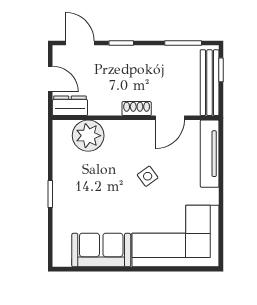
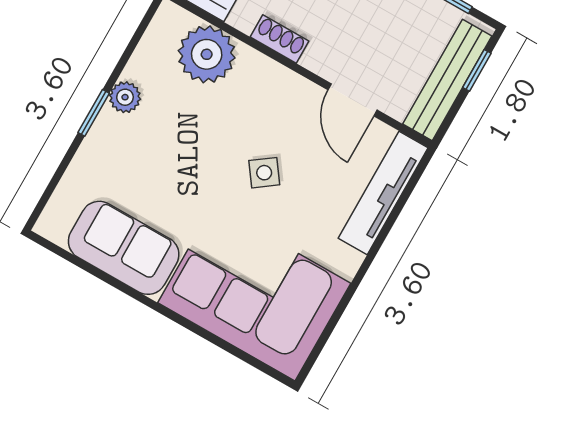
shoe rack: (137, 109) -> (279, 39), moved
door: (170, 118) -> (353, 100), hinge flipped
plant: (61, 178) -> (125, 97), added

